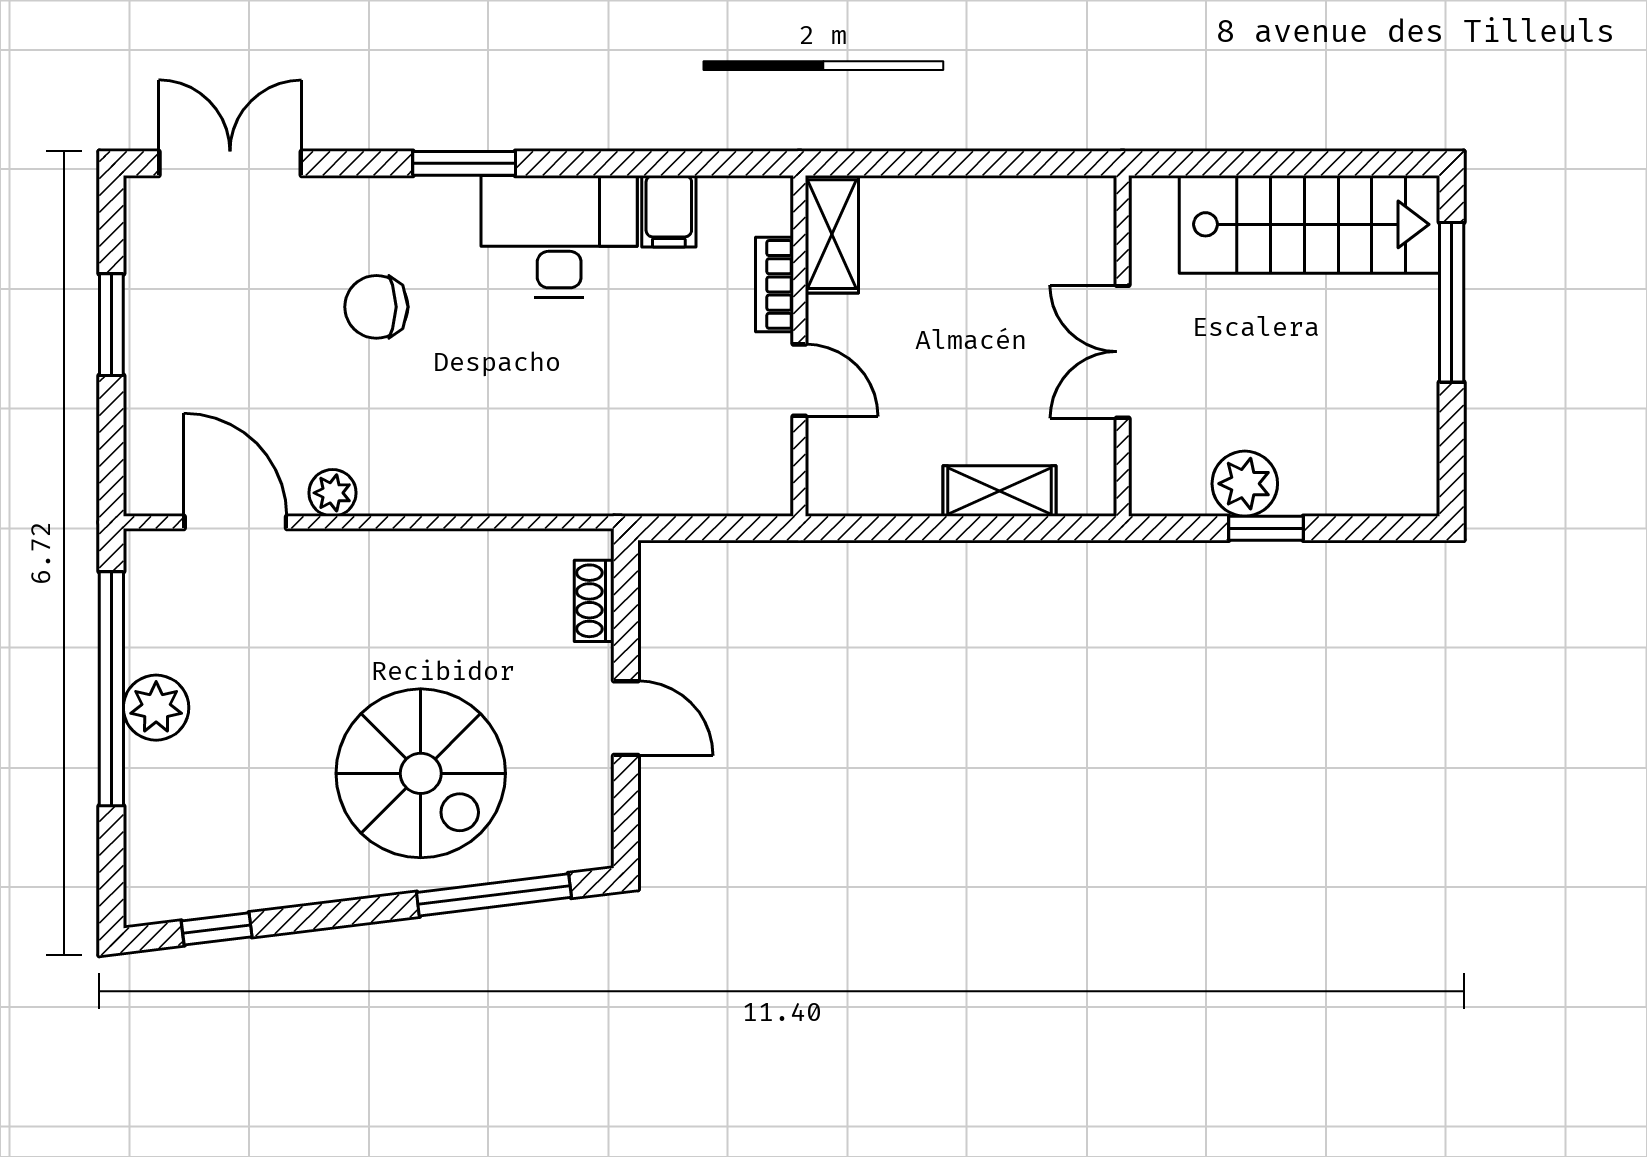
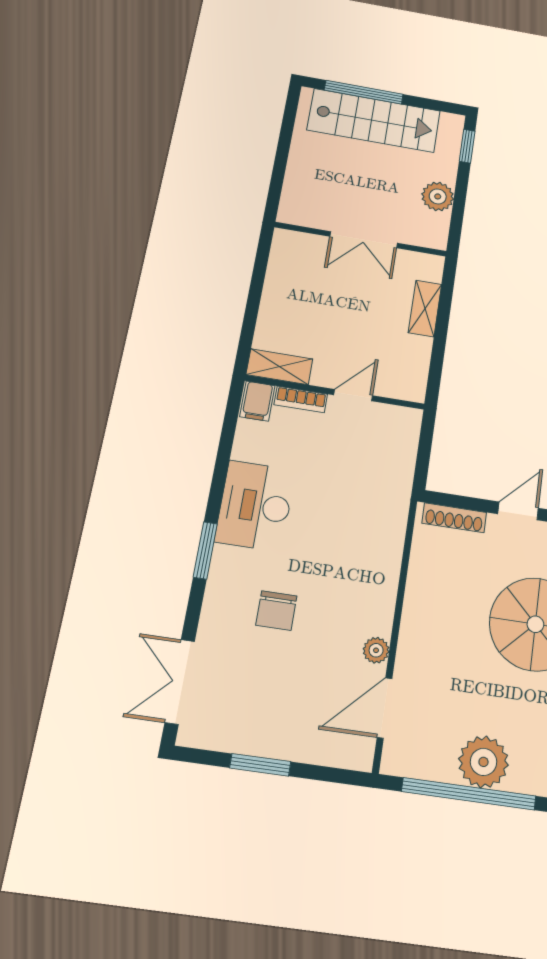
filing cabinet: (669, 211) -> (257, 401), moved, turned 90
stairs: (1310, 224) -> (374, 120), moved, turned 90
window: (1266, 528) -> (467, 146), moved
shoe rack: (594, 601) -> (454, 518), width x1.43
plant: (156, 708) -> (483, 762), width x1.36, depth x1.36

